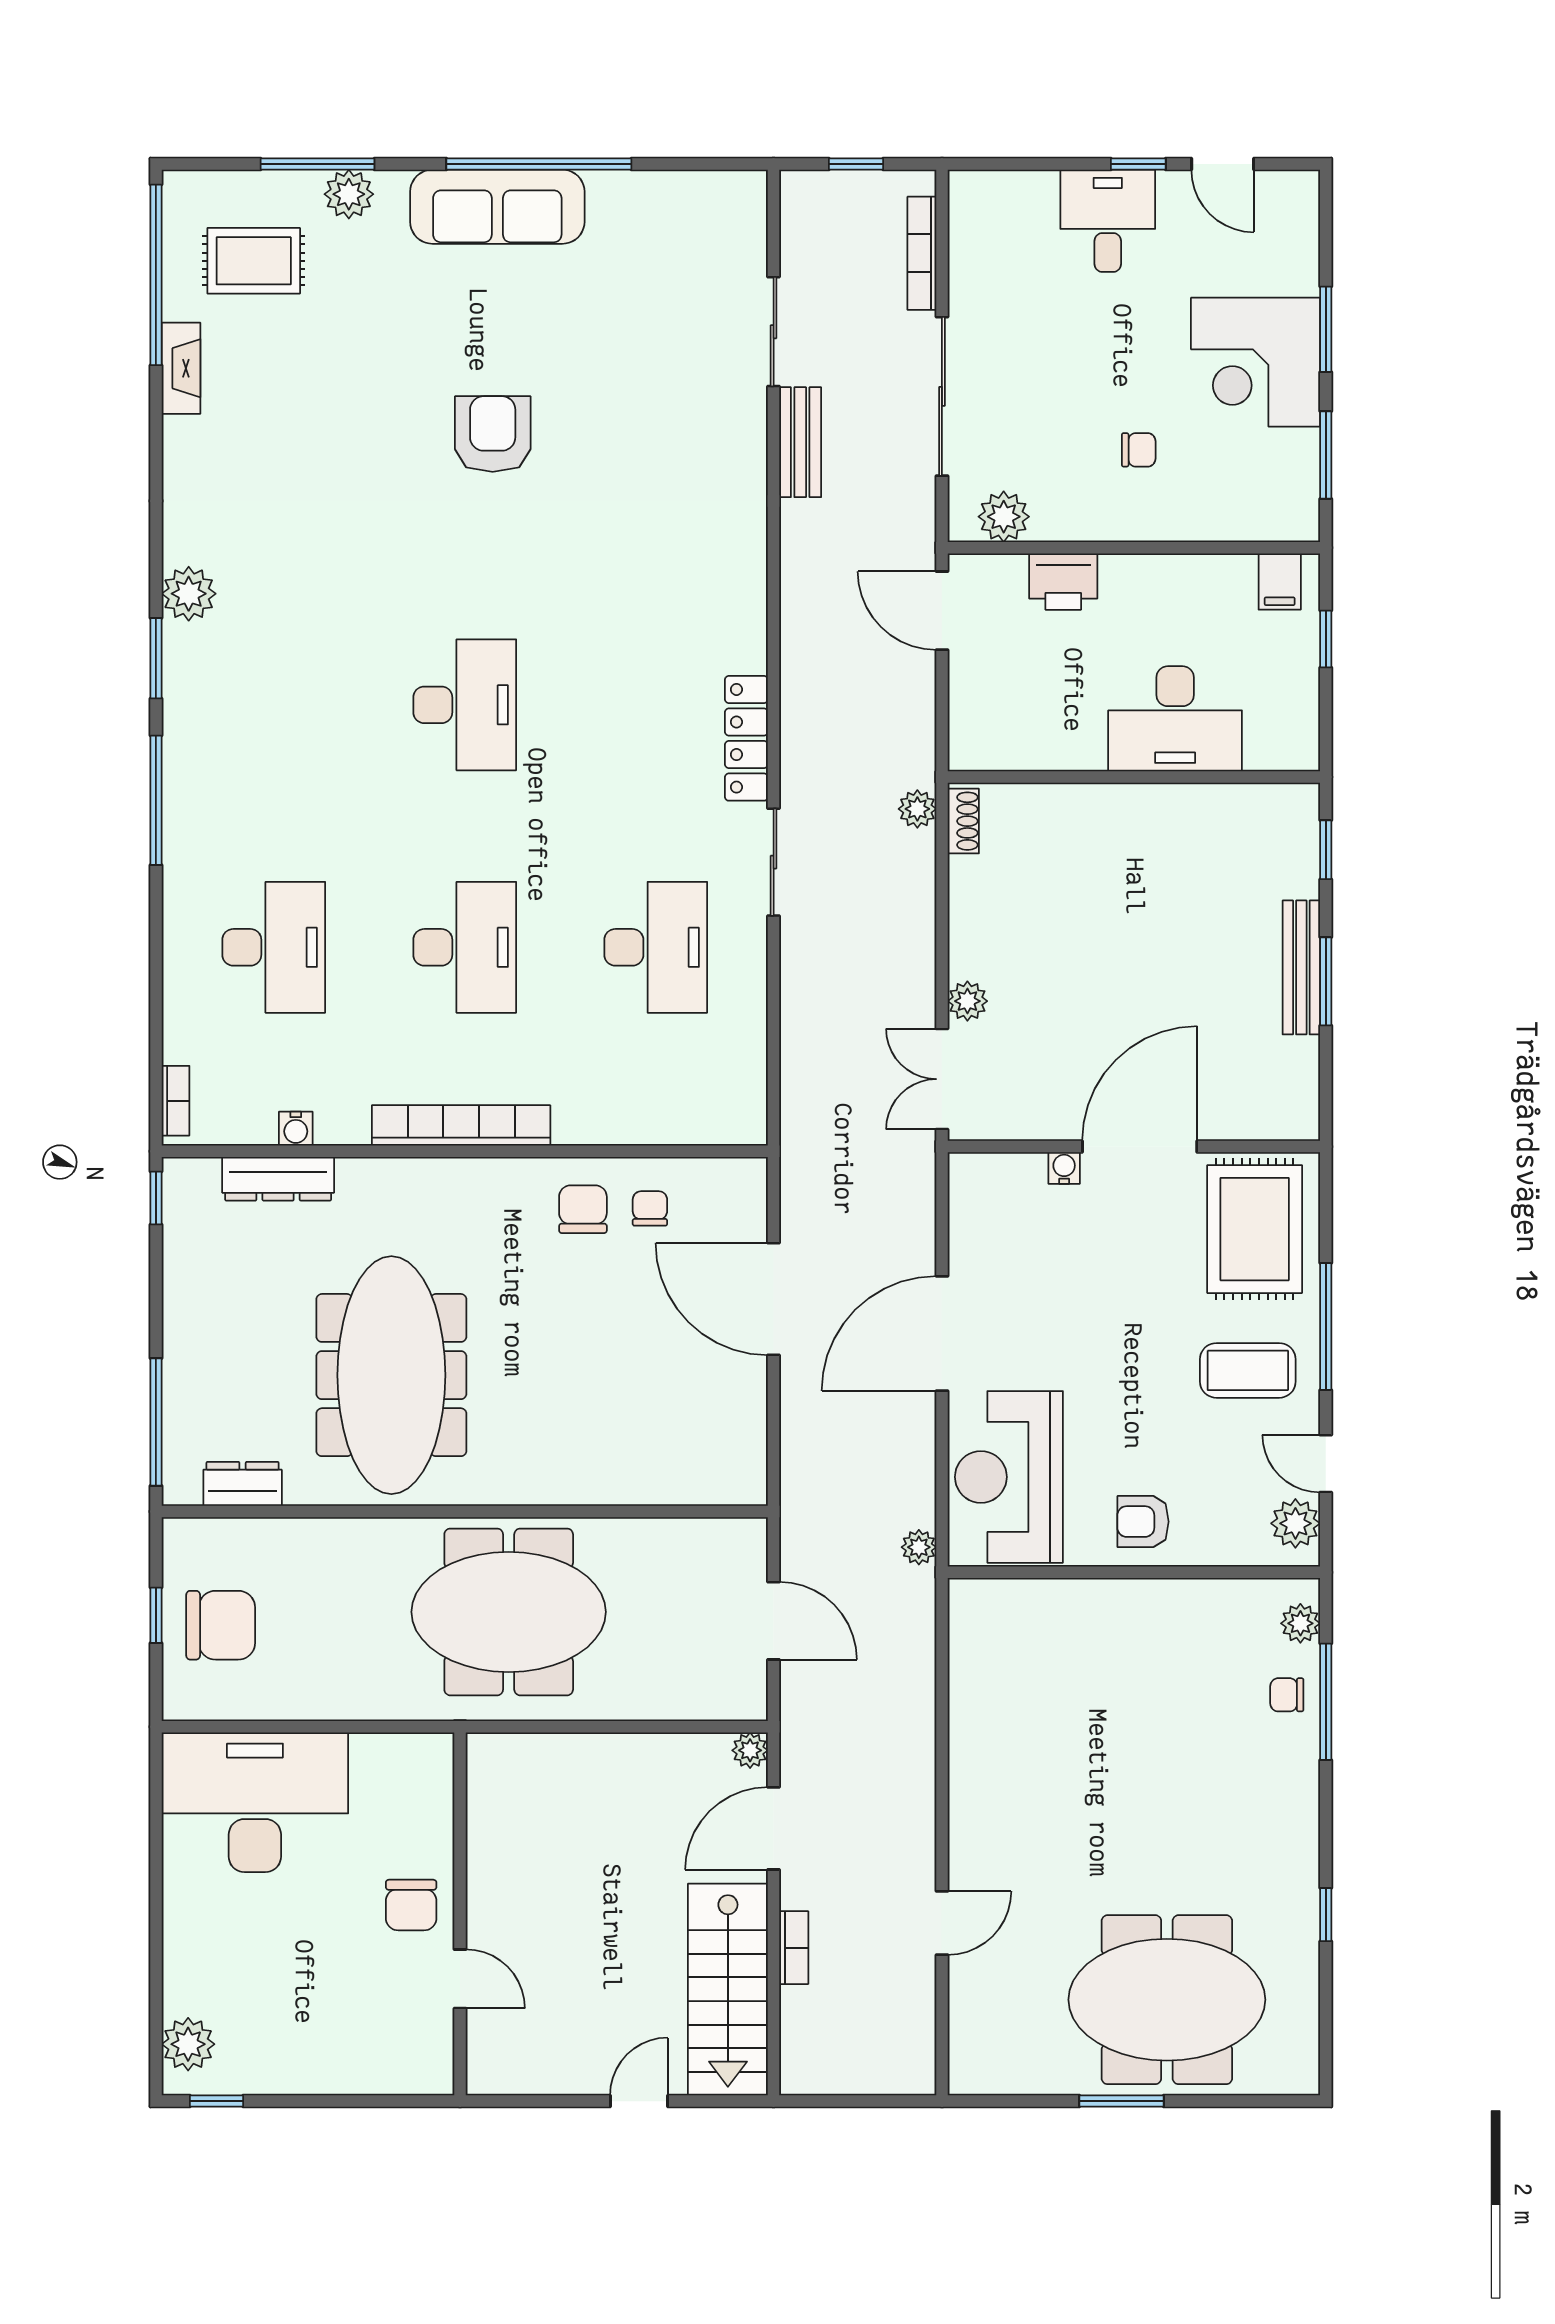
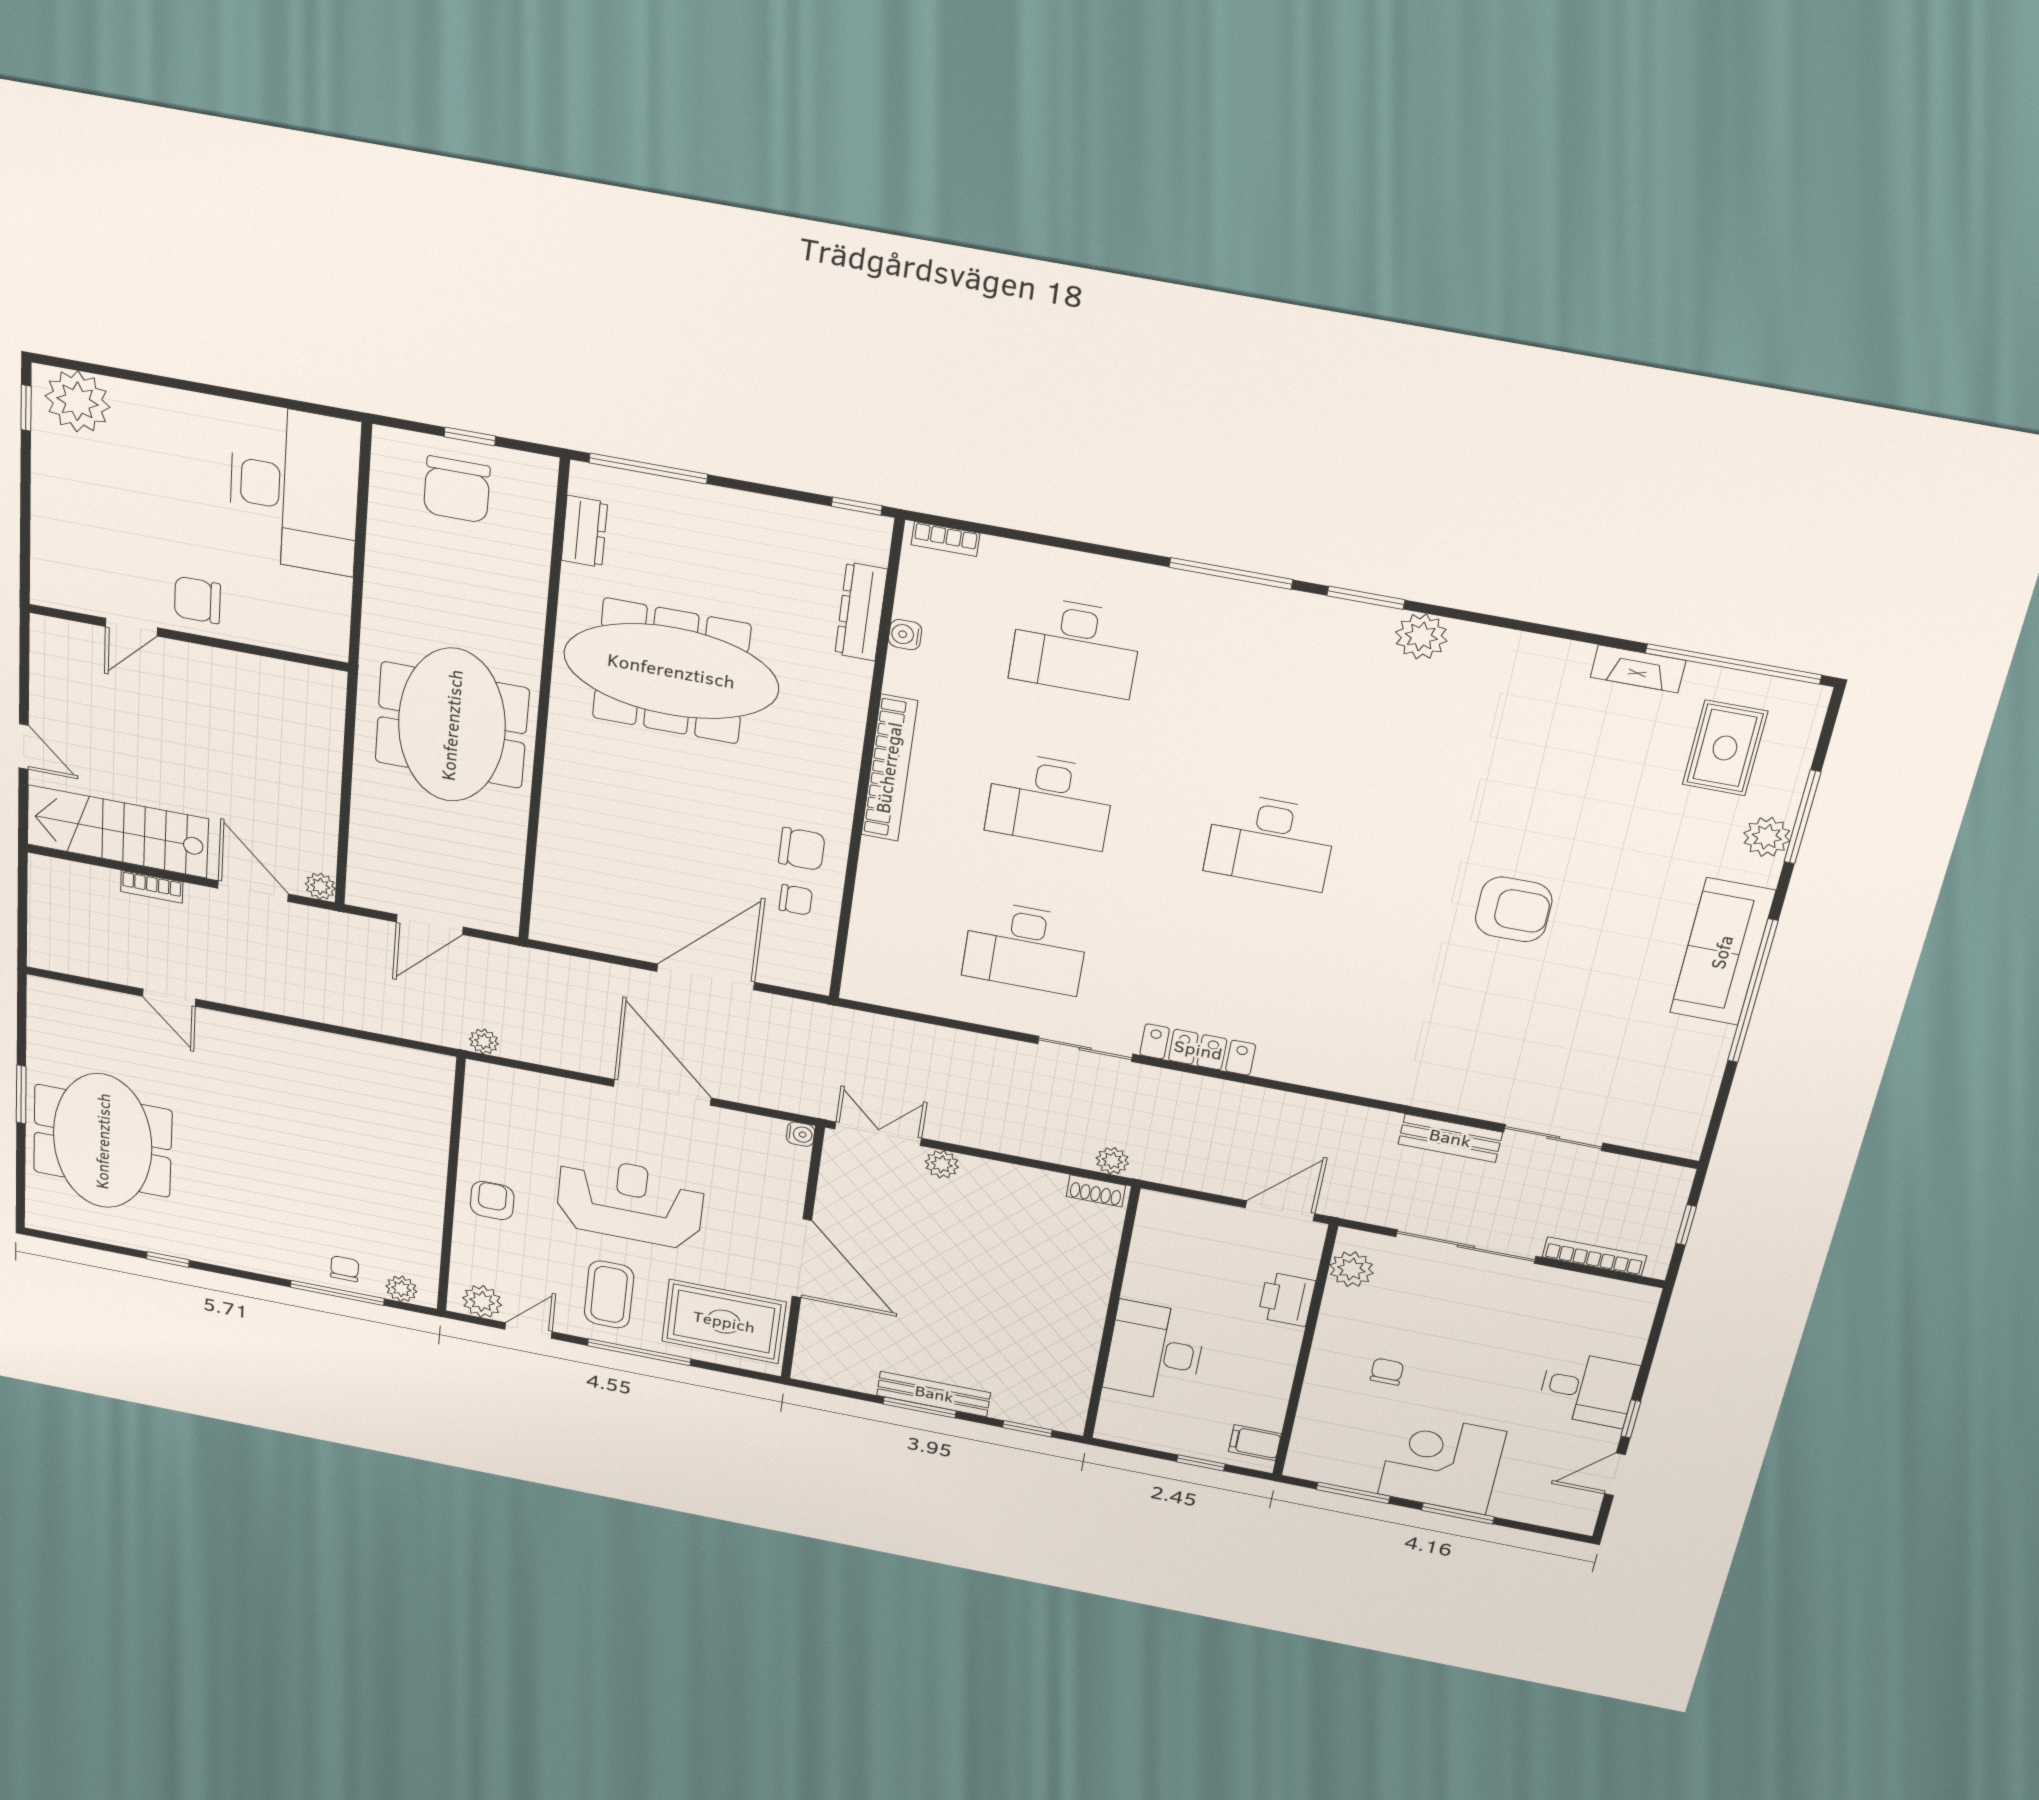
chair: (1139, 450) -> (1387, 1372), turned 180
water cooler: (1064, 1168) -> (800, 1134), moved
reception desk: (1009, 1477) -> (630, 1202), moved
plant: (188, 2044) -> (77, 401), width x1.36, depth x1.36

